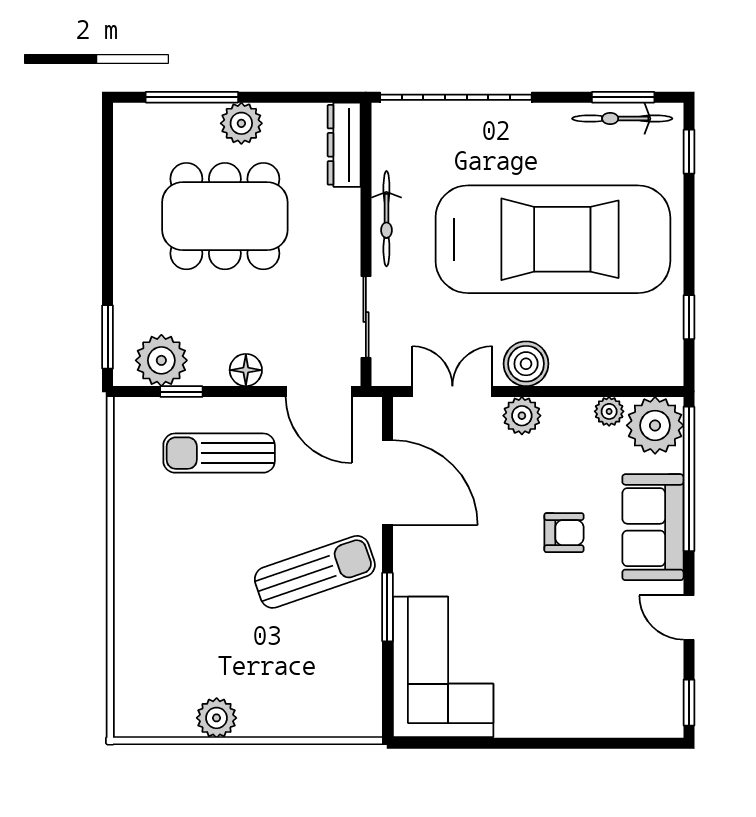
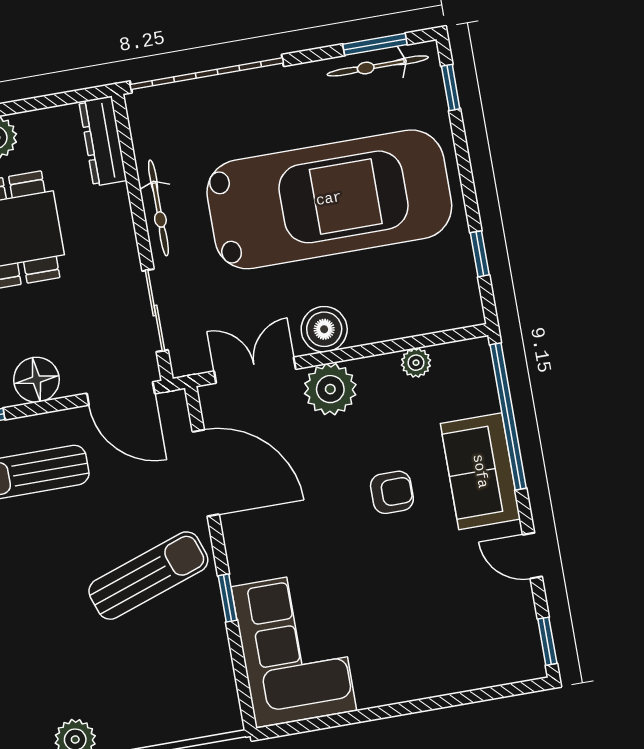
floor lamp: (246, 370) -> (36, 380), width x1.38, depth x1.38
plant: (522, 416) -> (330, 389), width x1.36, depth x1.36
plant: (655, 425) -> (465, 369), removed
window: (387, 607) -> (228, 598), width x0.67

